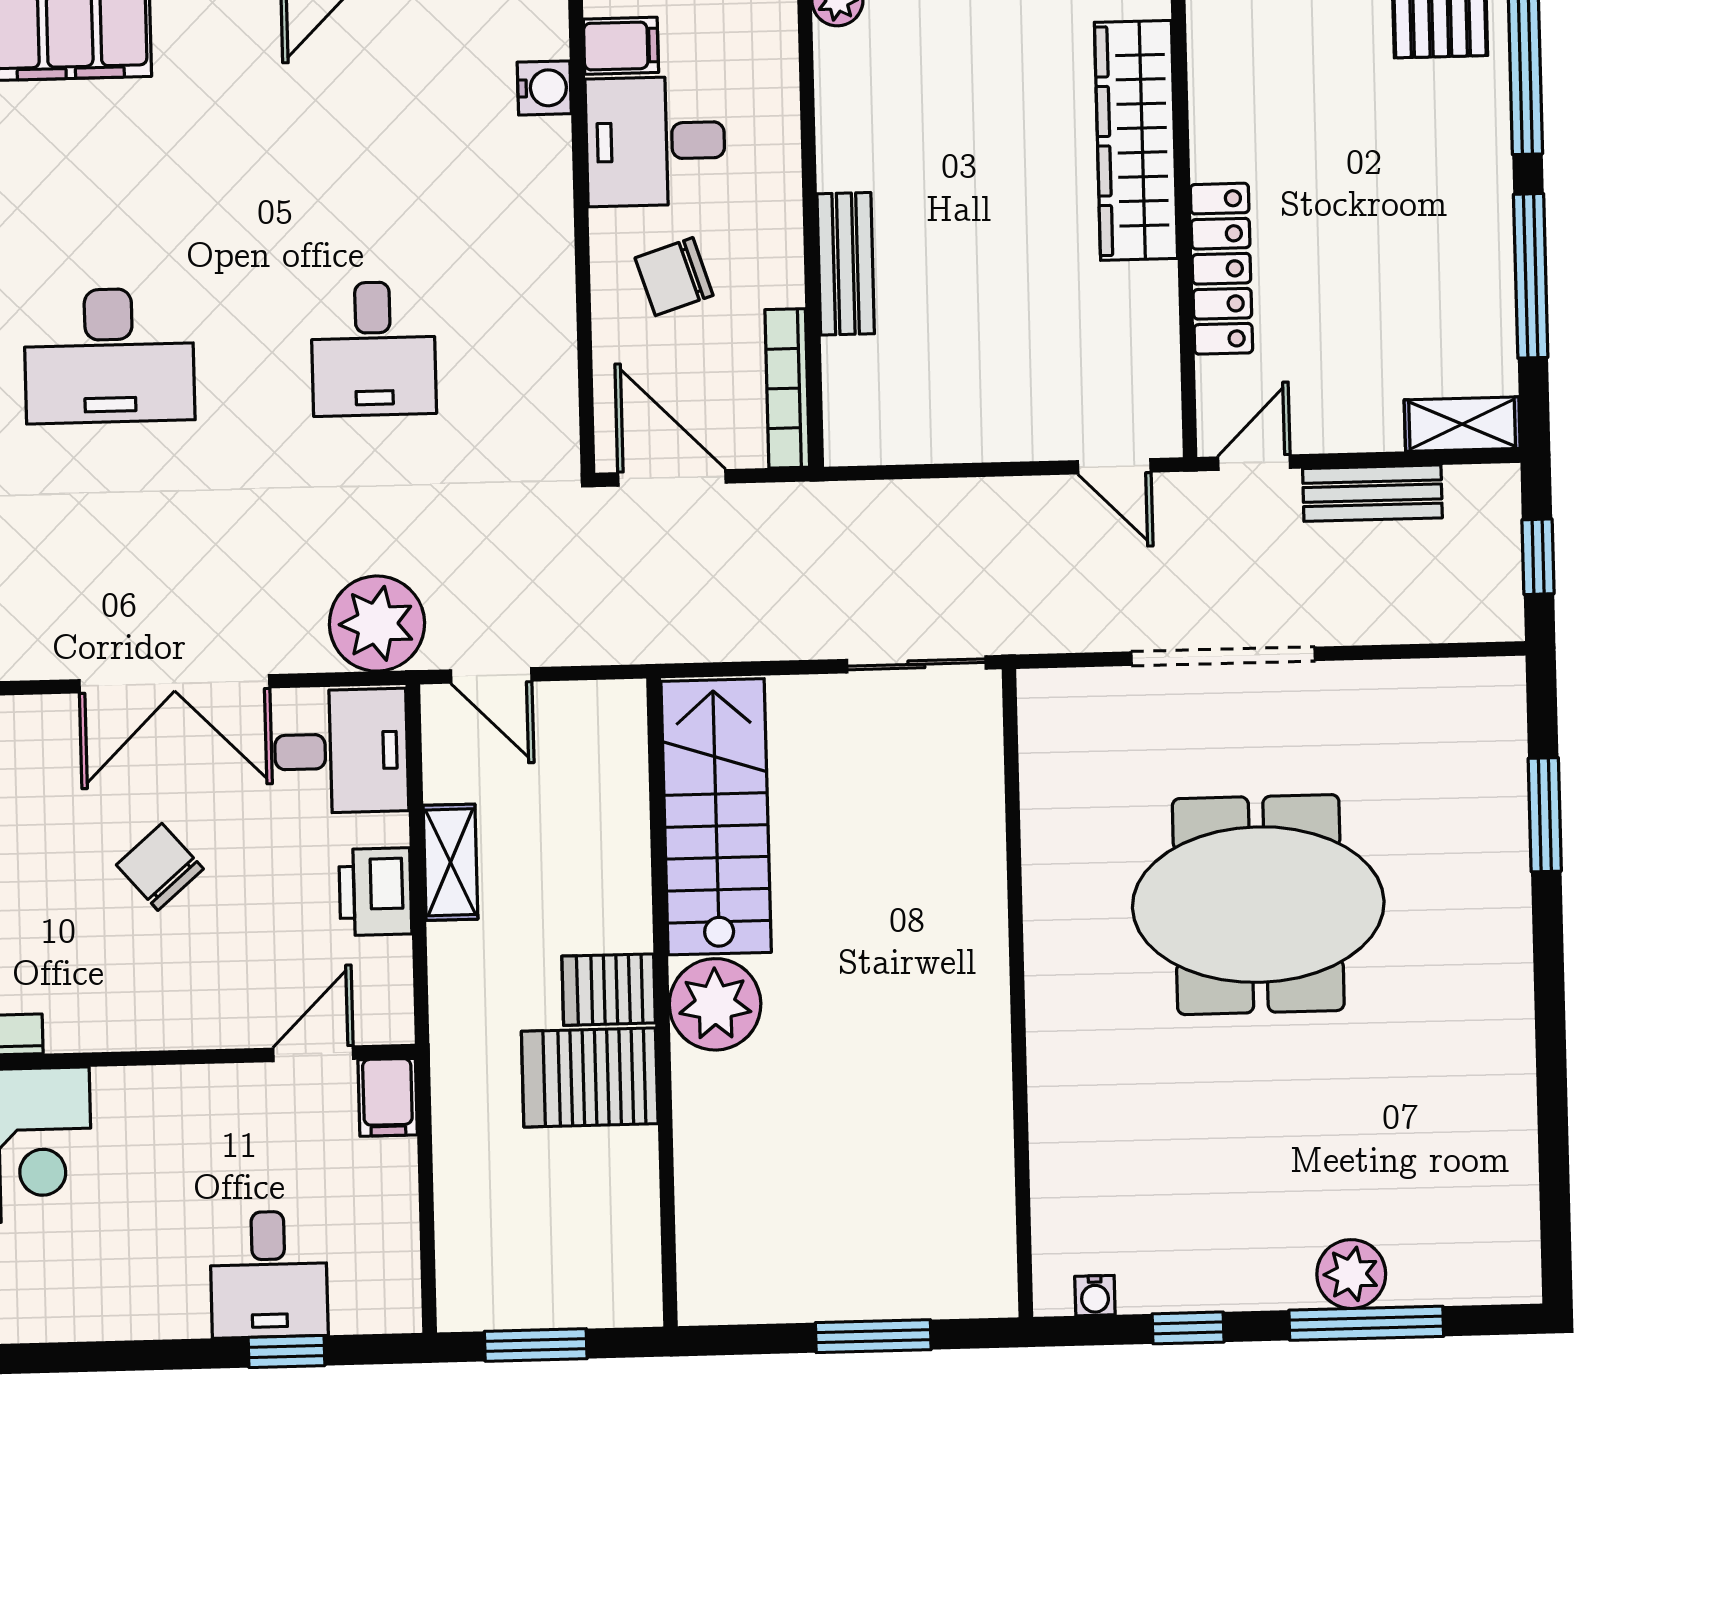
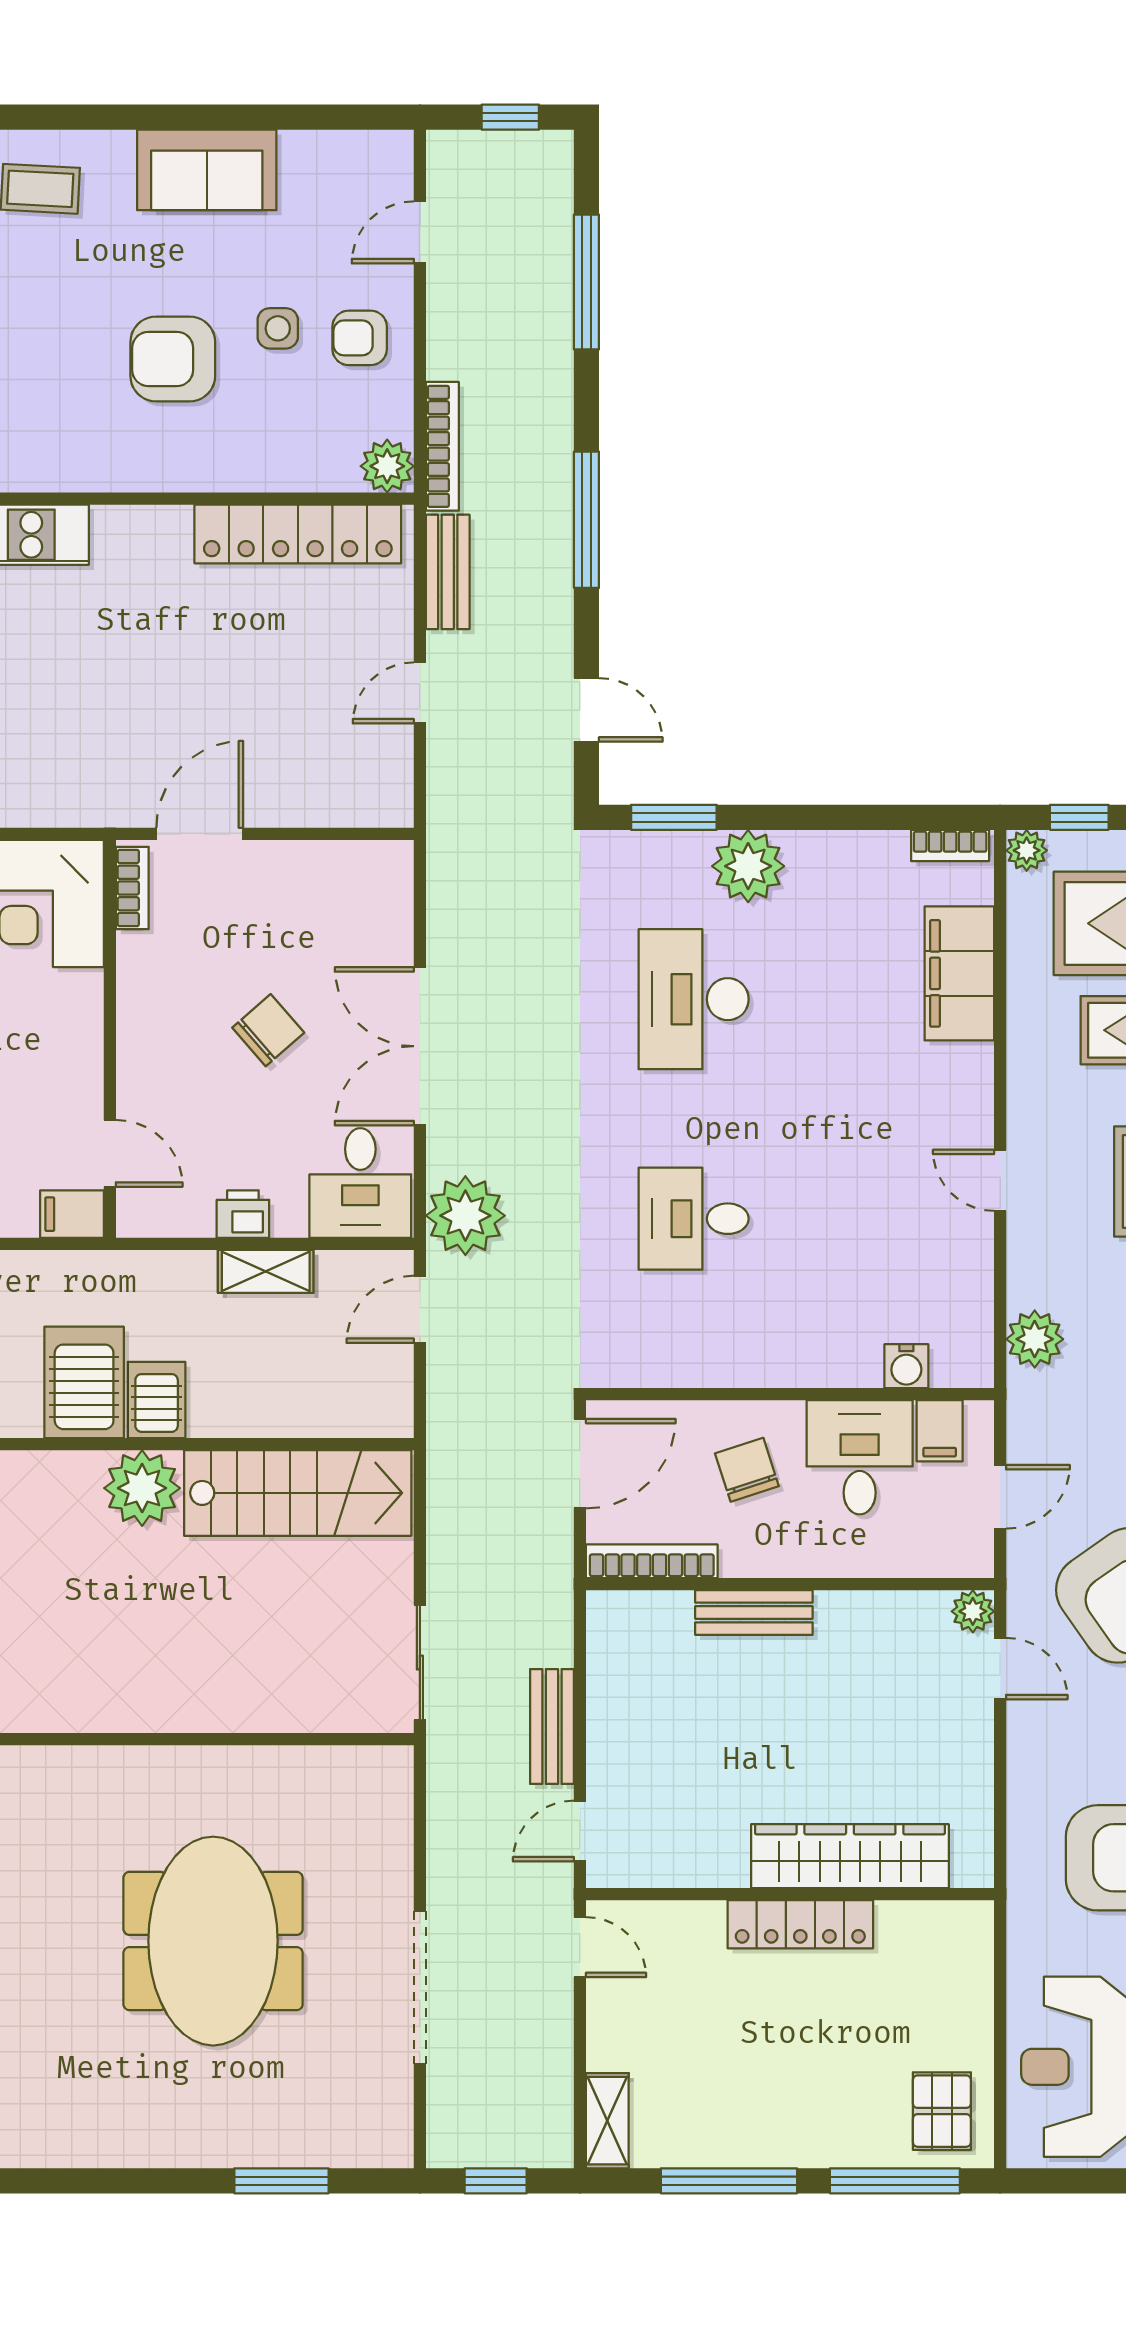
locker: (1221, 269) -> (800, 1924), moved
bench: (1372, 493) -> (552, 1727), moved
doorway: (1223, 656) -> (420, 1987), moved
printer: (375, 892) -> (243, 1214), width x0.73, depth x0.81

